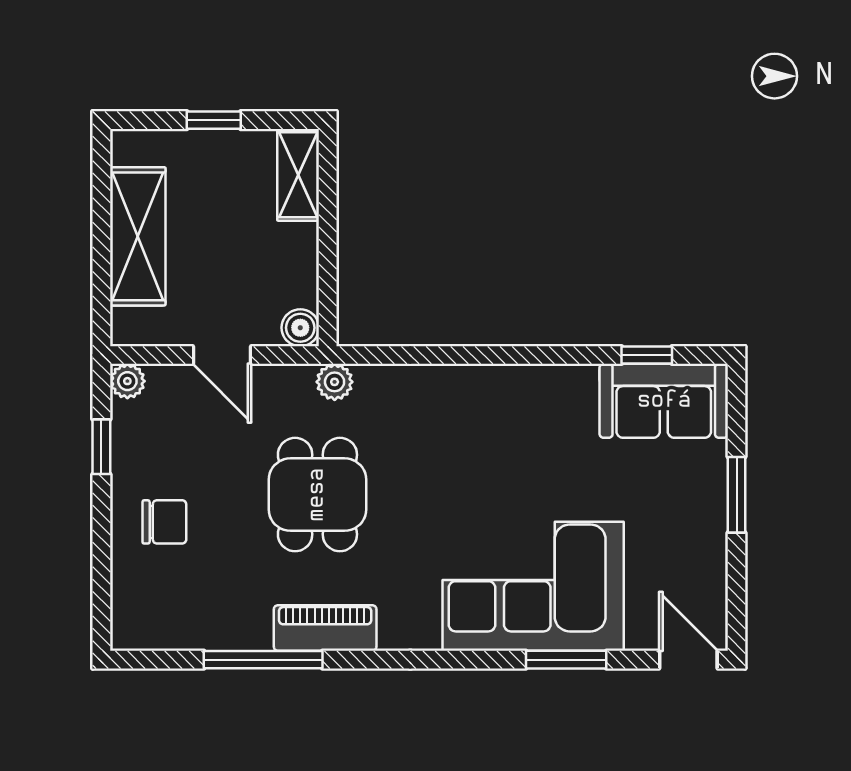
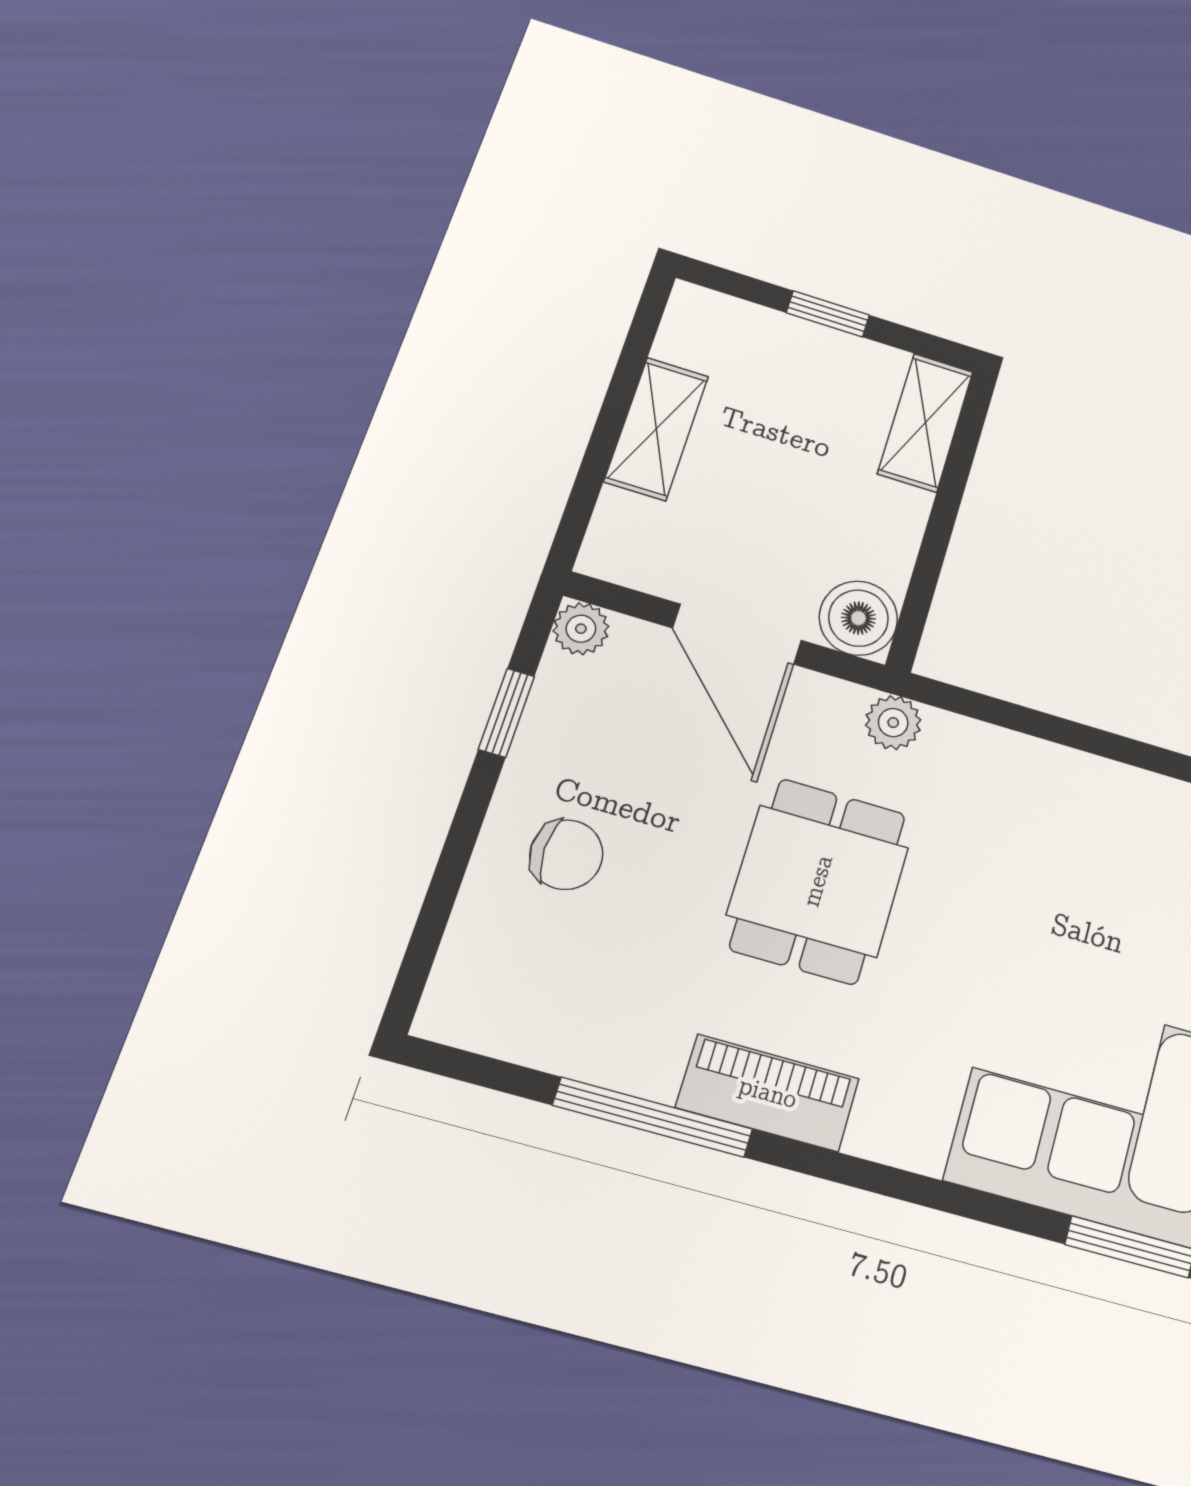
shelving: (138, 236) -> (656, 429), width x0.67, depth x0.75
boiler: (300, 328) -> (858, 618), width x1.36, depth x1.36
door: (222, 355) -> (737, 634), width x1.38

